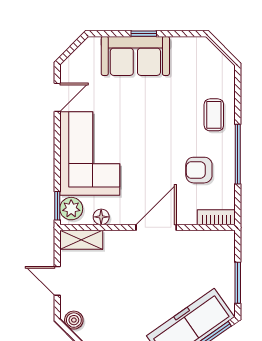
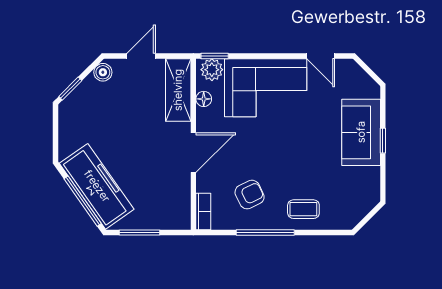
armchair: (199, 170) -> (250, 195), turned 64
door: (156, 227) -> (193, 153), hinge flipped
shelving: (81, 240) -> (178, 90), width x1.50, depth x1.33

